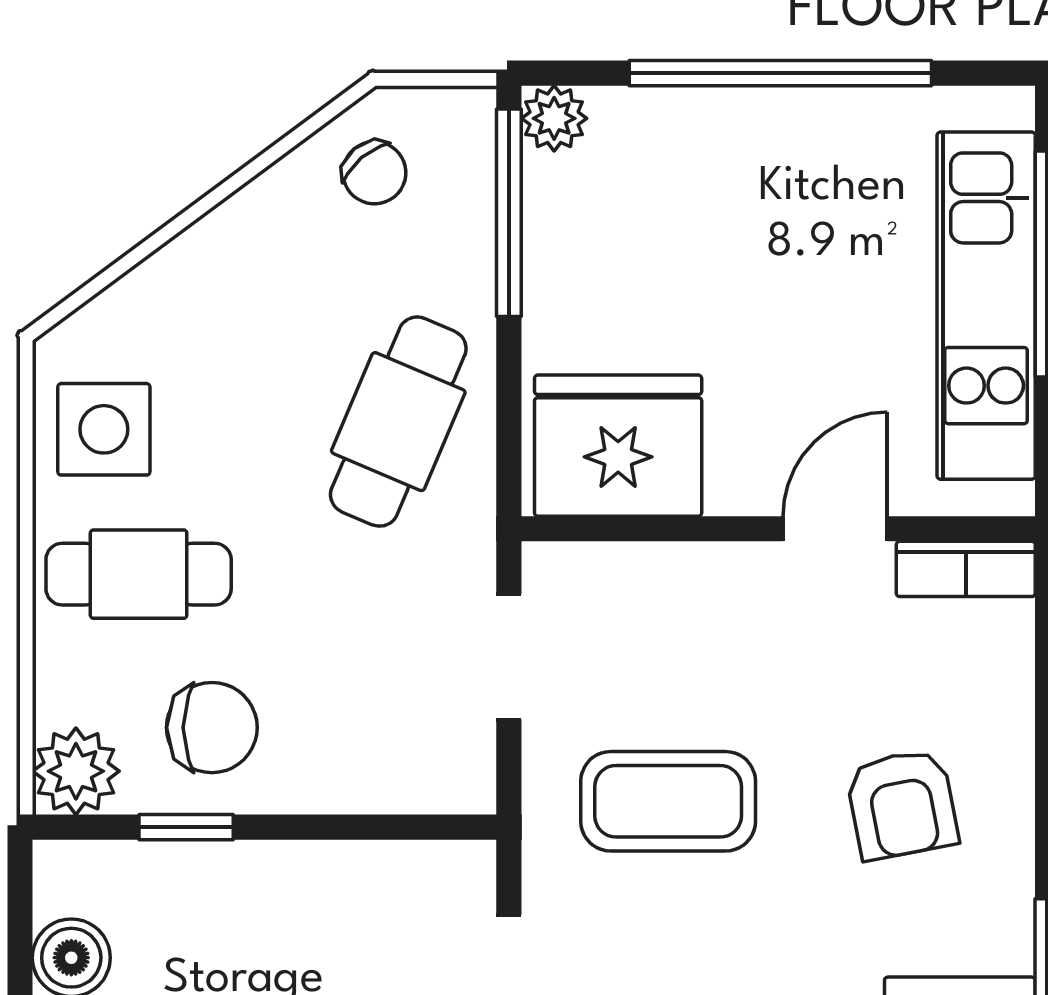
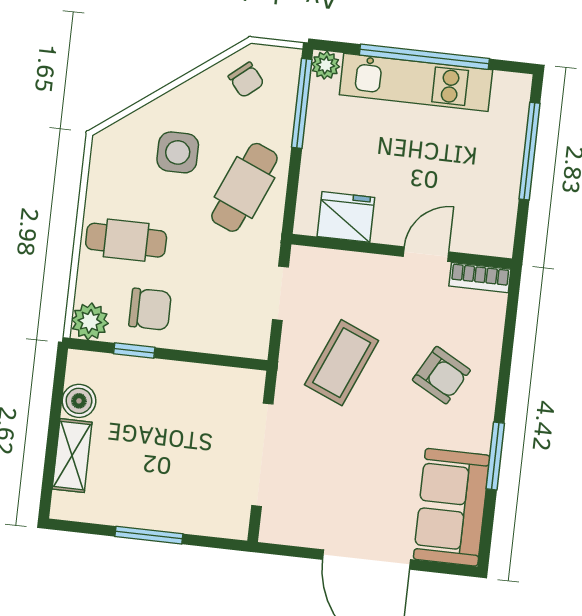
kitchen unit: (986, 306) -> (416, 82), moved, turned -90
side table: (104, 429) -> (178, 152), moved
fridge: (618, 446) -> (346, 217), width x0.73, depth x0.75
coffee table: (668, 801) -> (342, 363), turned -67
armchair: (902, 804) -> (441, 375), turned -50

